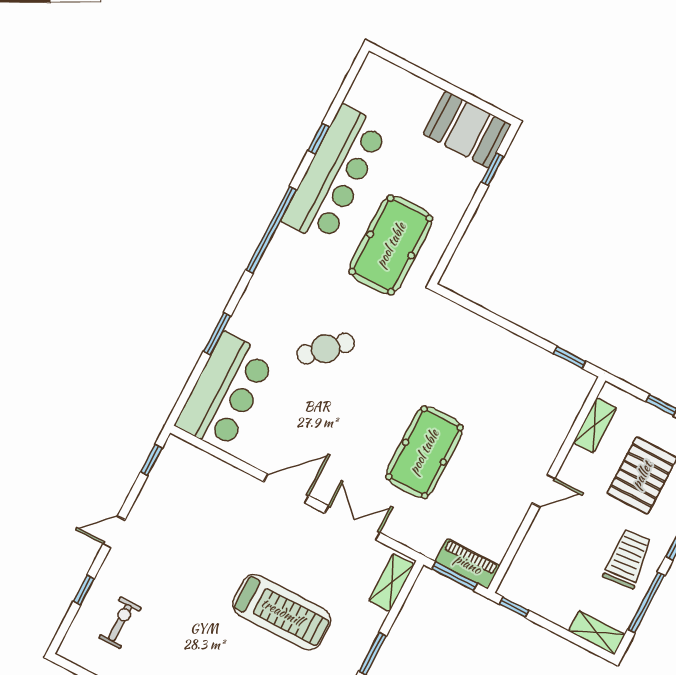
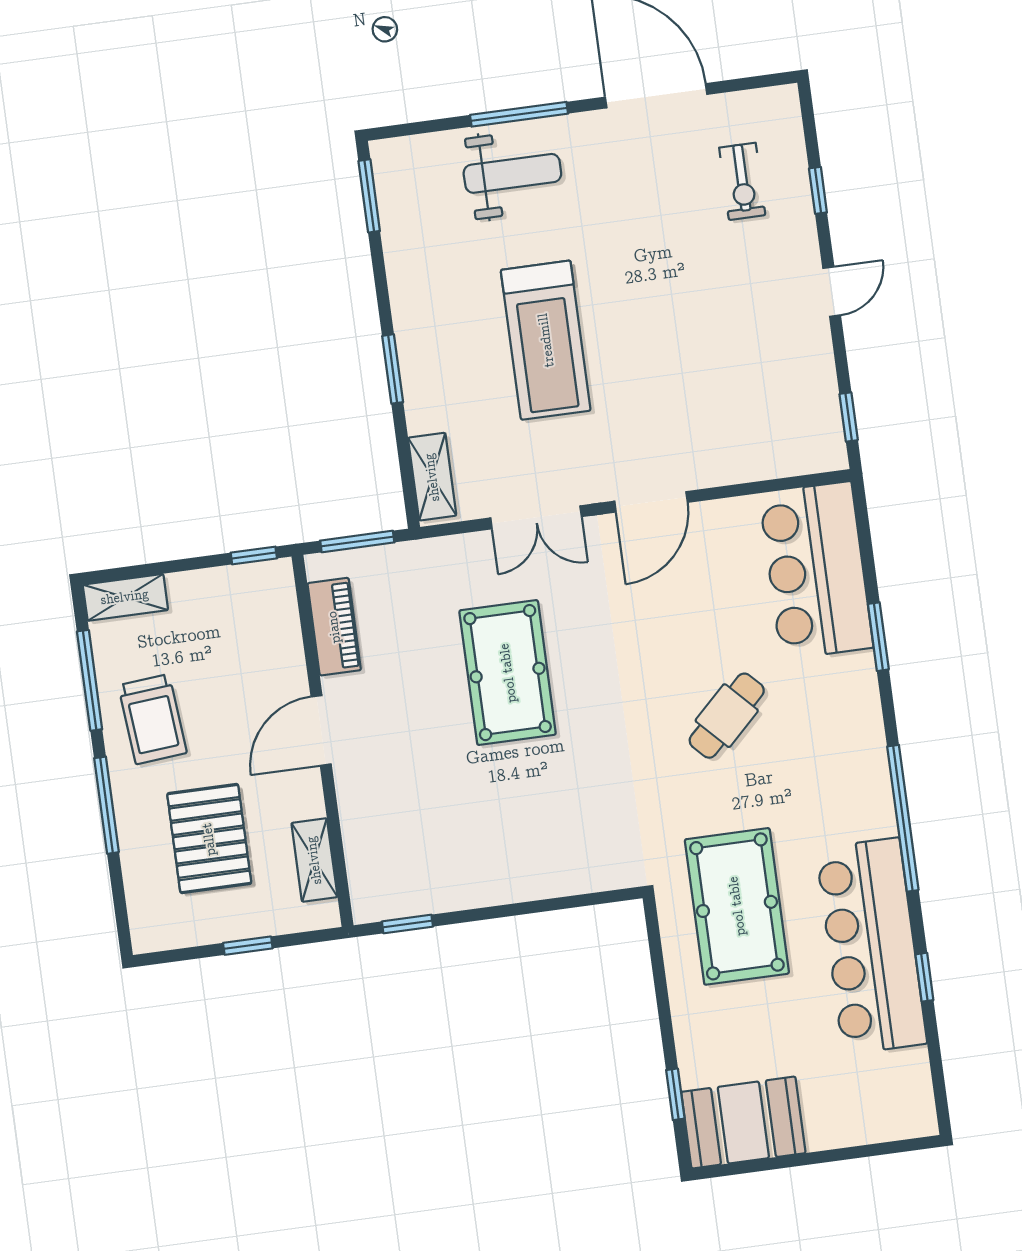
door: (543, 491) -> (321, 730), width x1.38
piano: (468, 564) -> (334, 627), moved, turned -90
treadmill: (282, 612) -> (546, 340), turned -90

